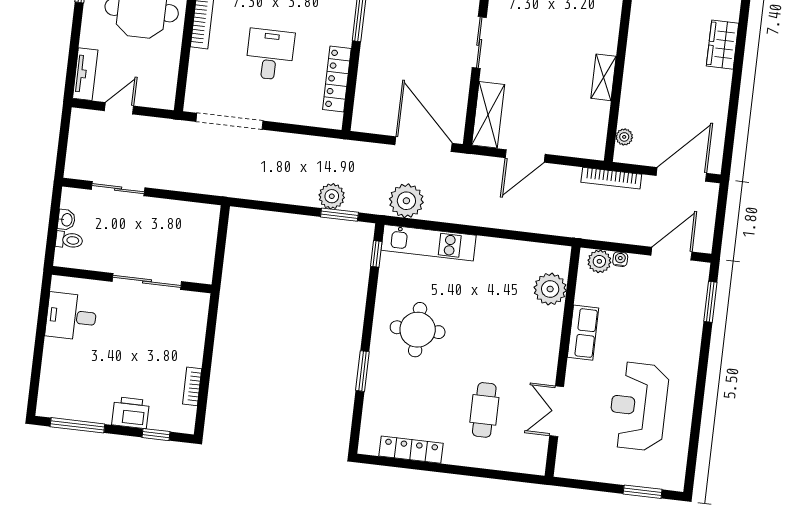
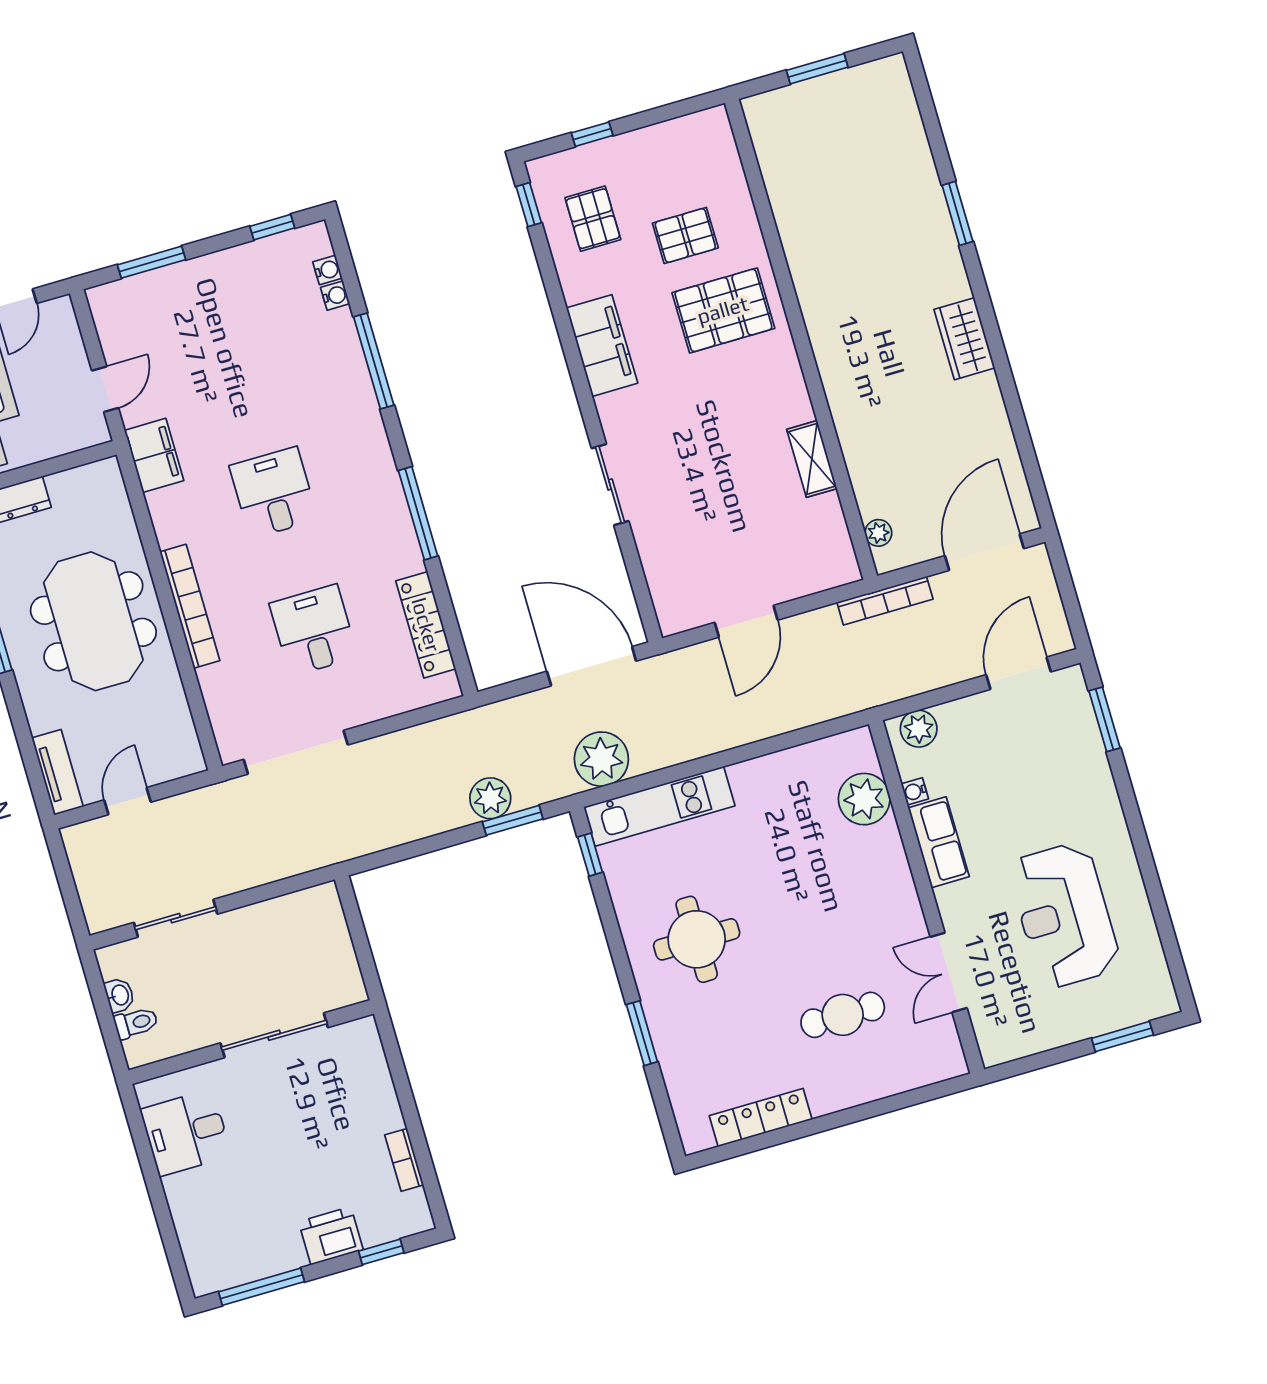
shelving: (488, 115) -> (667, 584), removed
water cooler: (620, 259) -> (915, 791), moved, turned -90
cafe table: (484, 410) -> (843, 1015), turned 90

